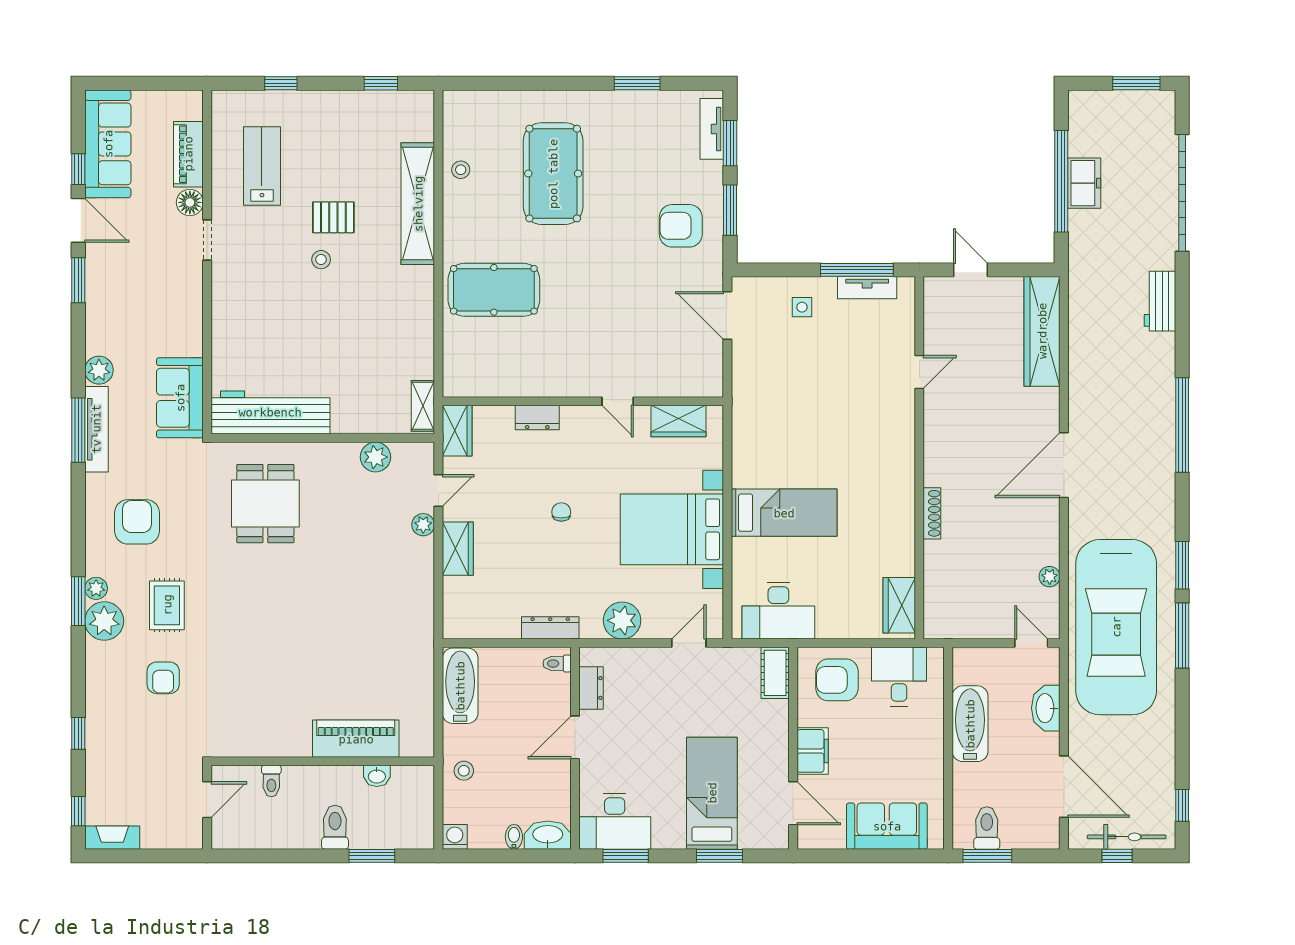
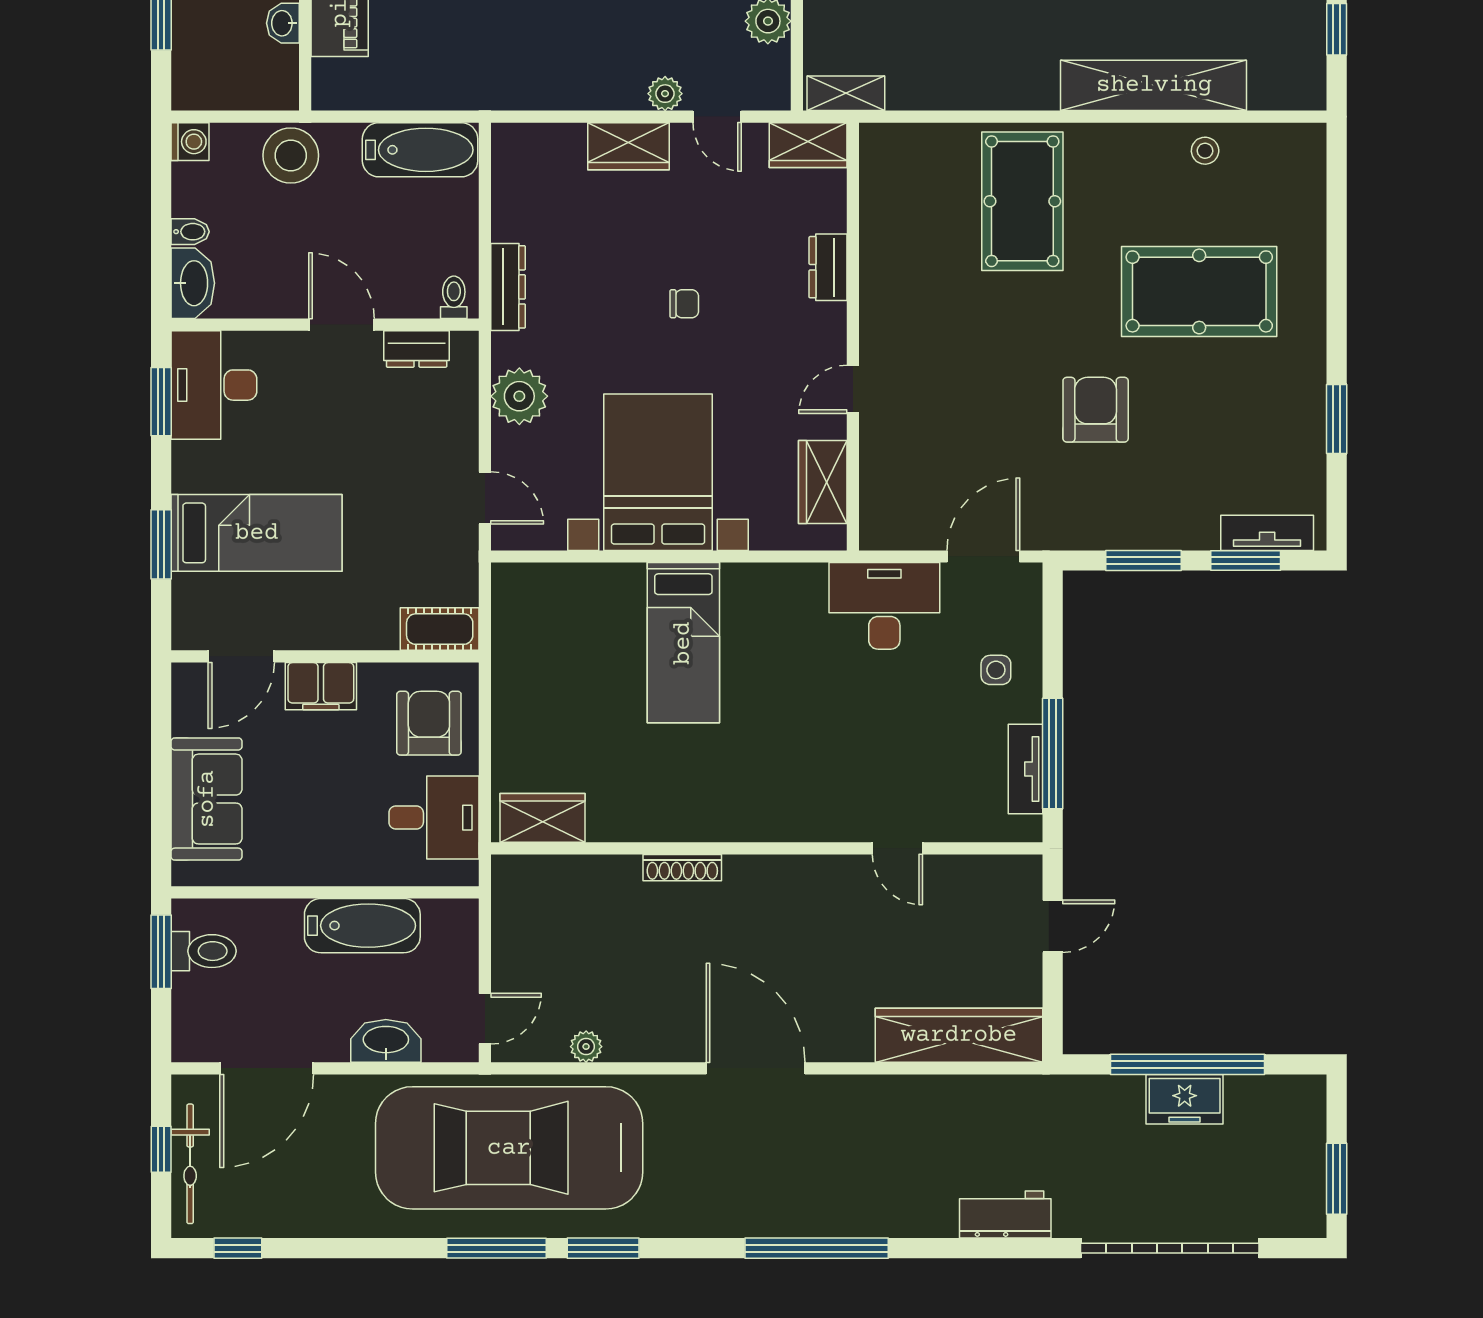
armchair: (681, 226) -> (1096, 410), moved
desk: (778, 611) -> (884, 606), moved, turned 90
stool: (464, 771) -> (291, 155), width x1.89, depth x1.89

